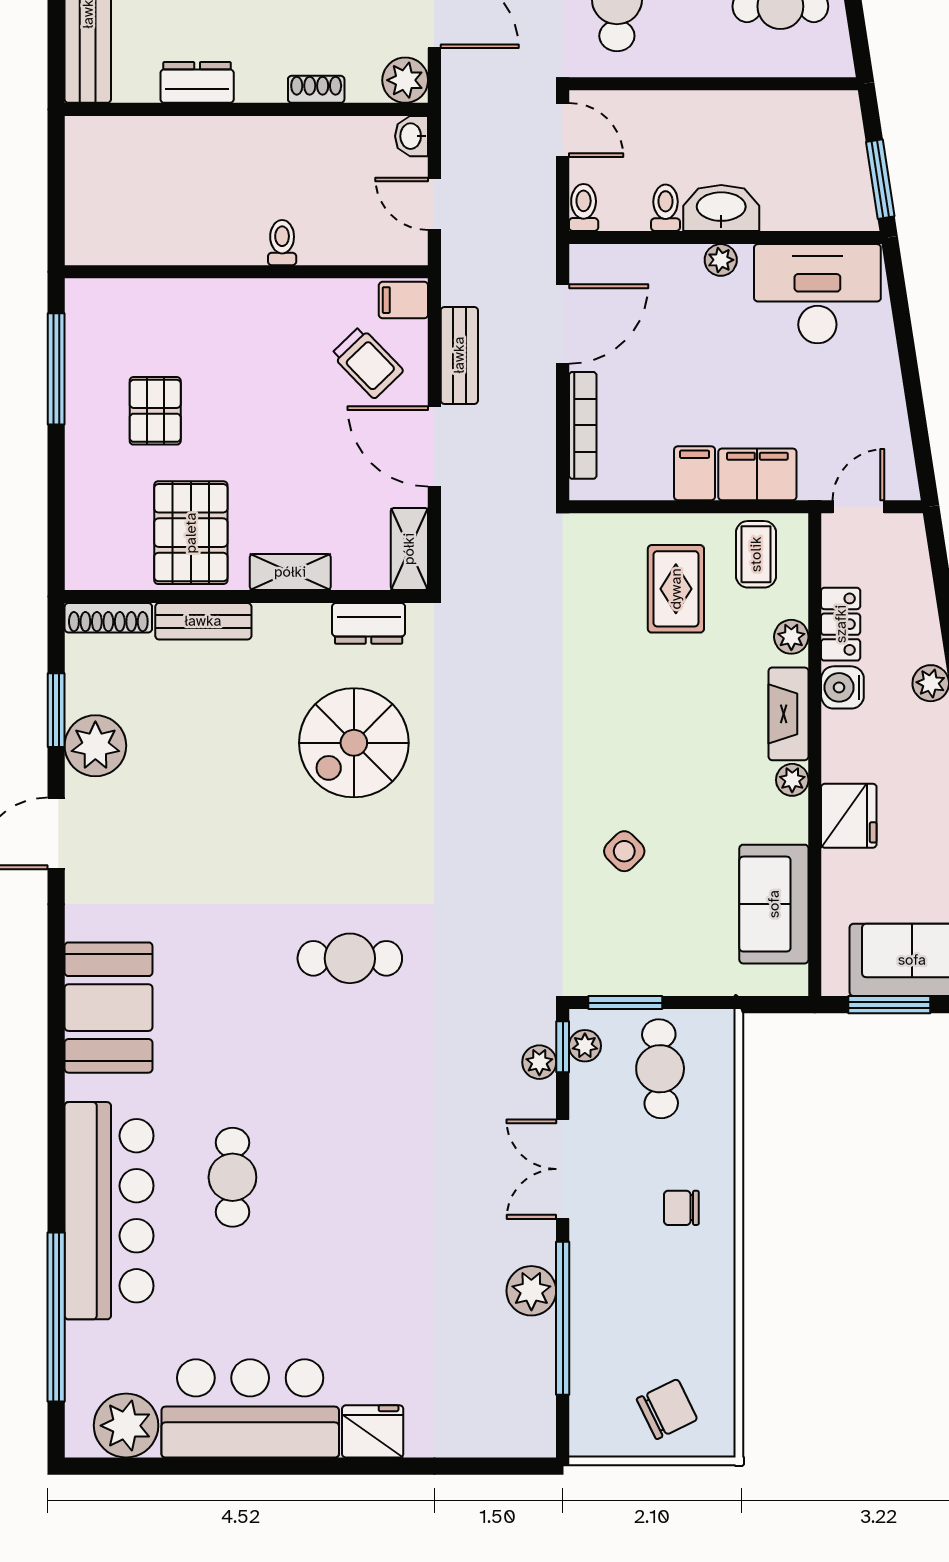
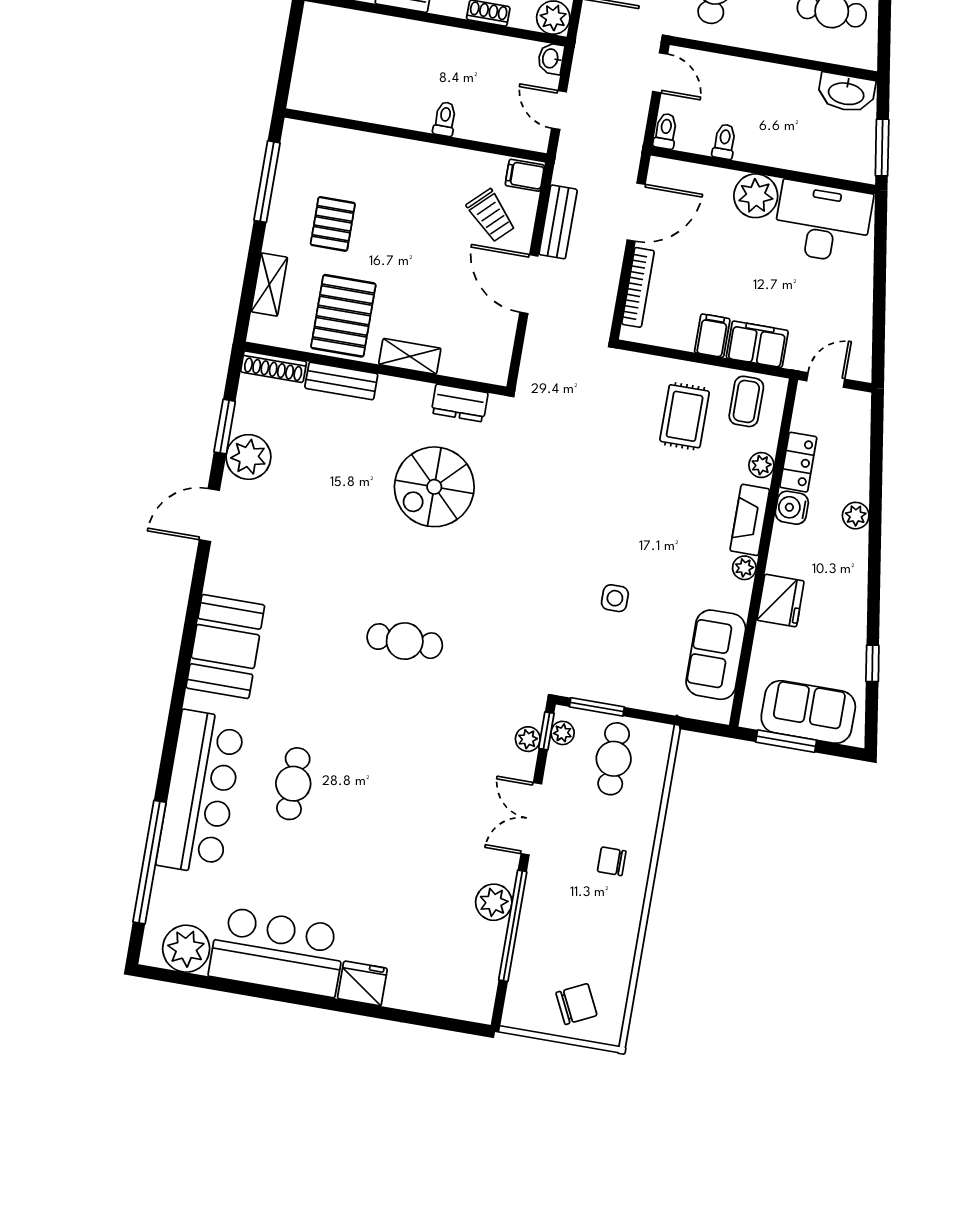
washbasin: (721, 208) -> (846, 93), moved, turned 180
plant: (721, 260) -> (756, 196), width x1.87, depth x1.87
shelving: (409, 549) -> (269, 285), moved
side table: (624, 851) -> (615, 598), turned 45

